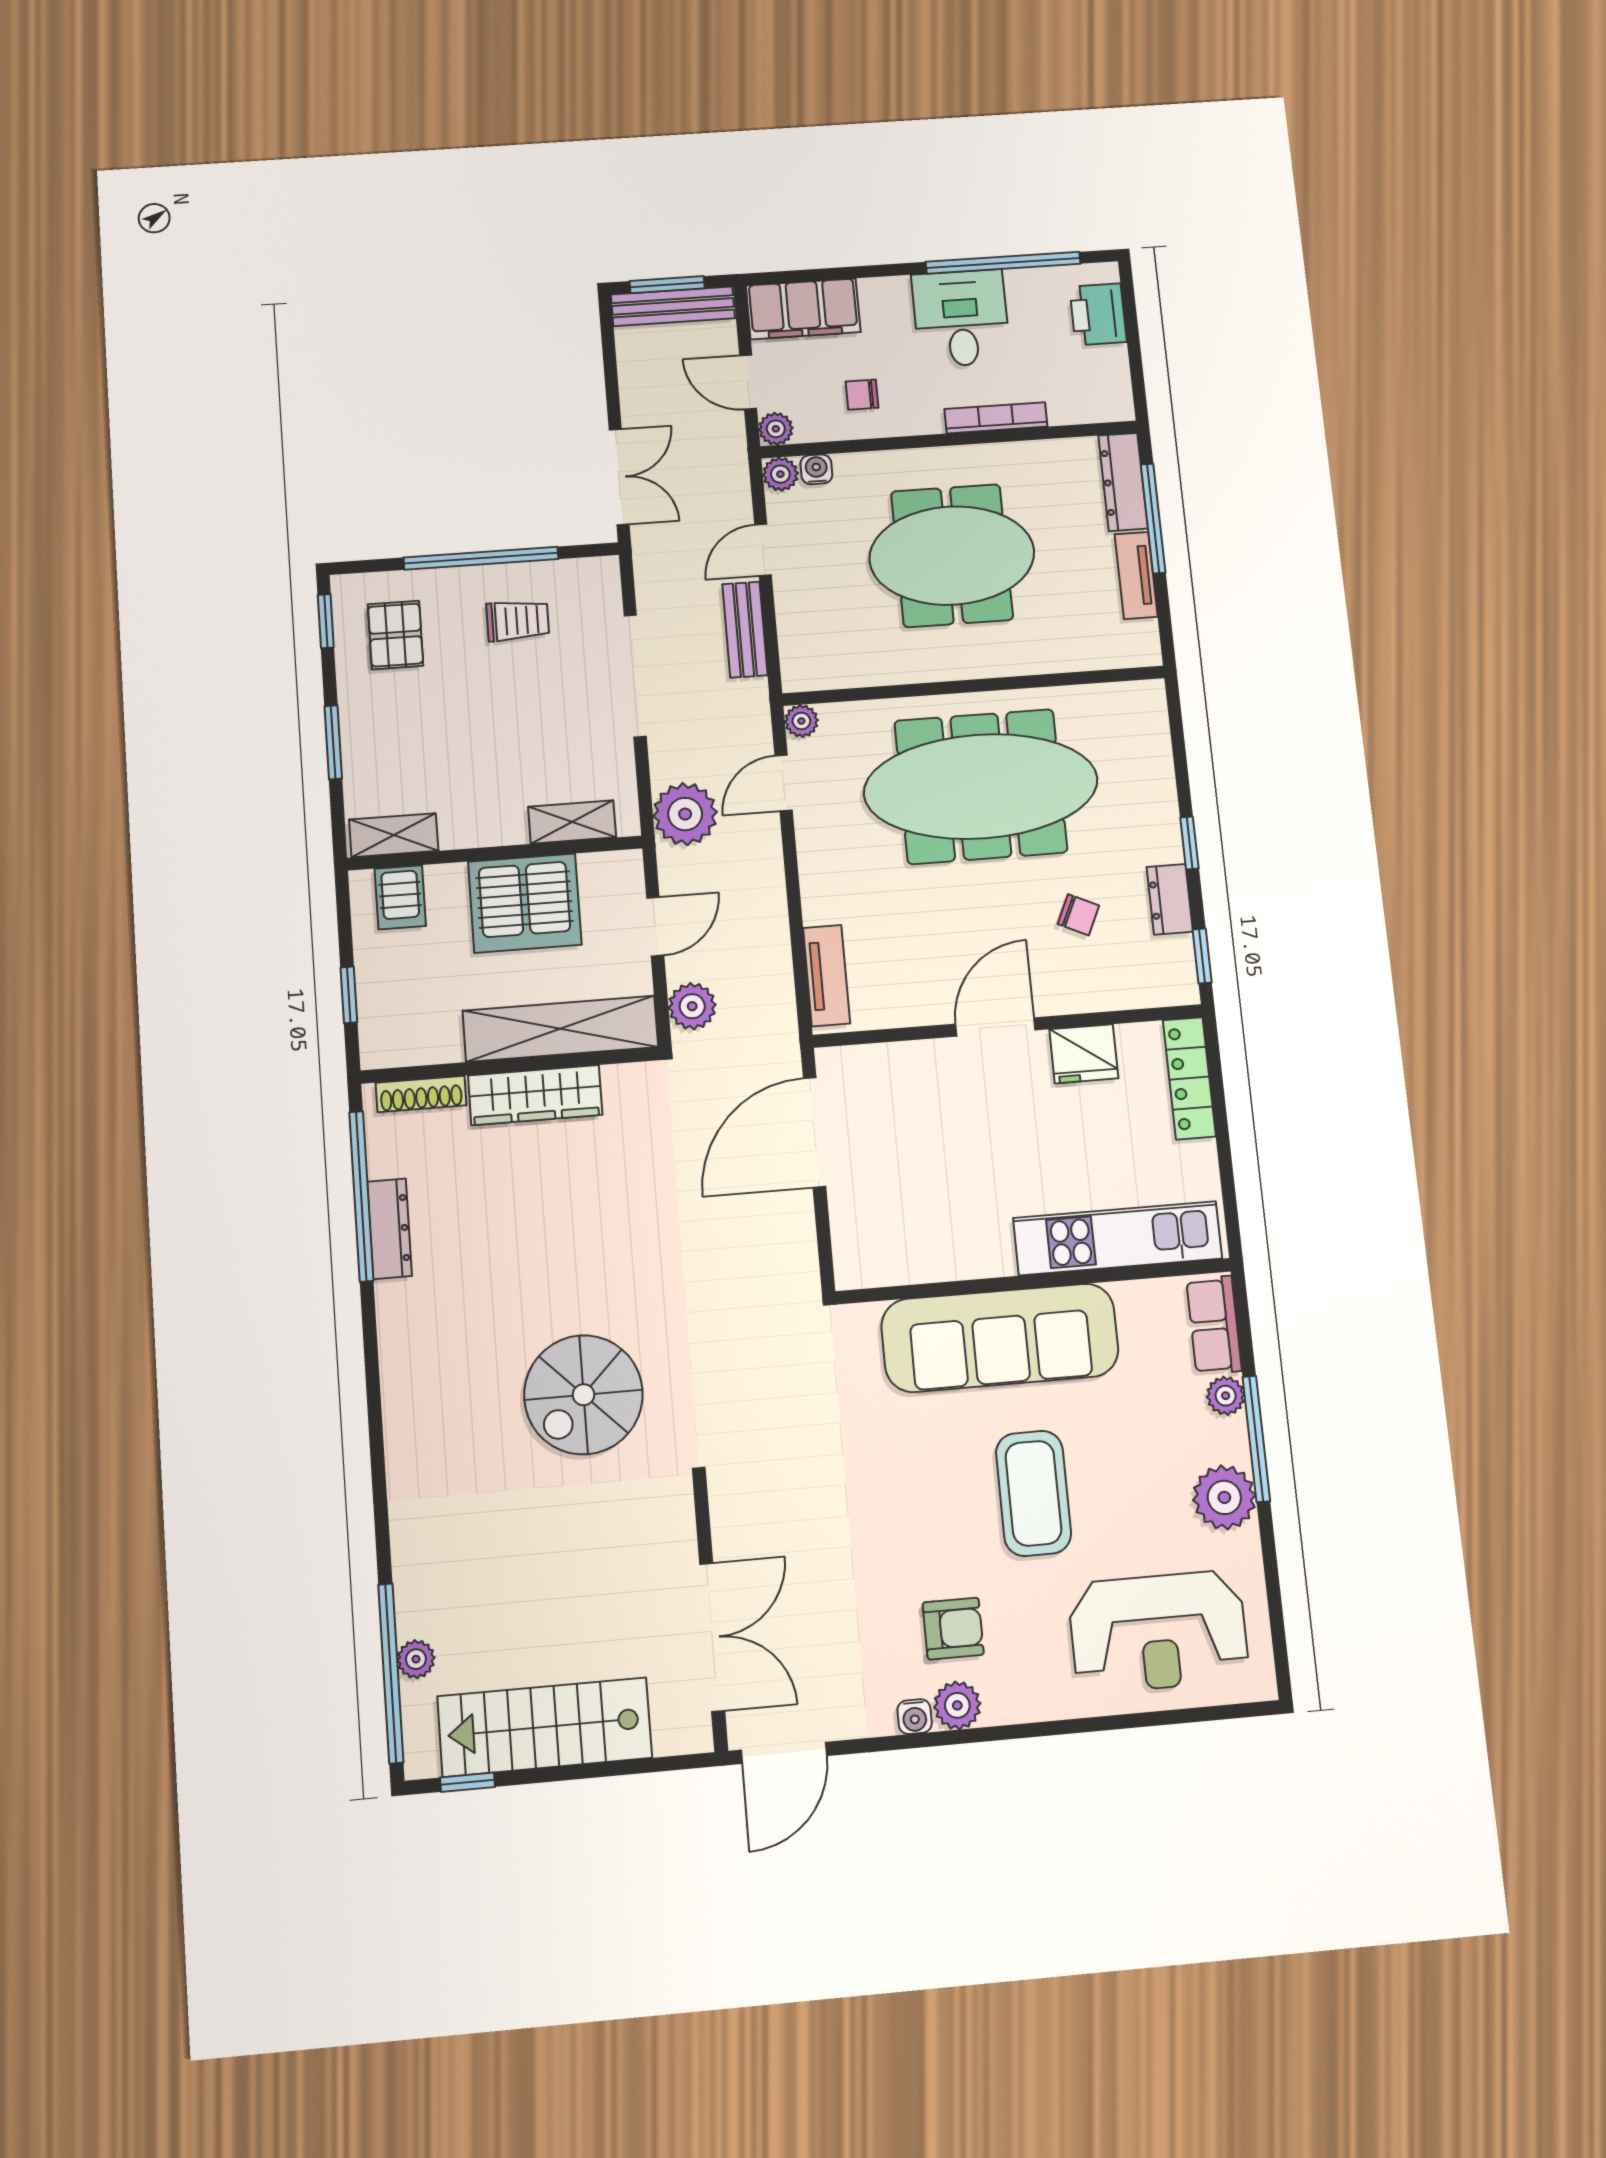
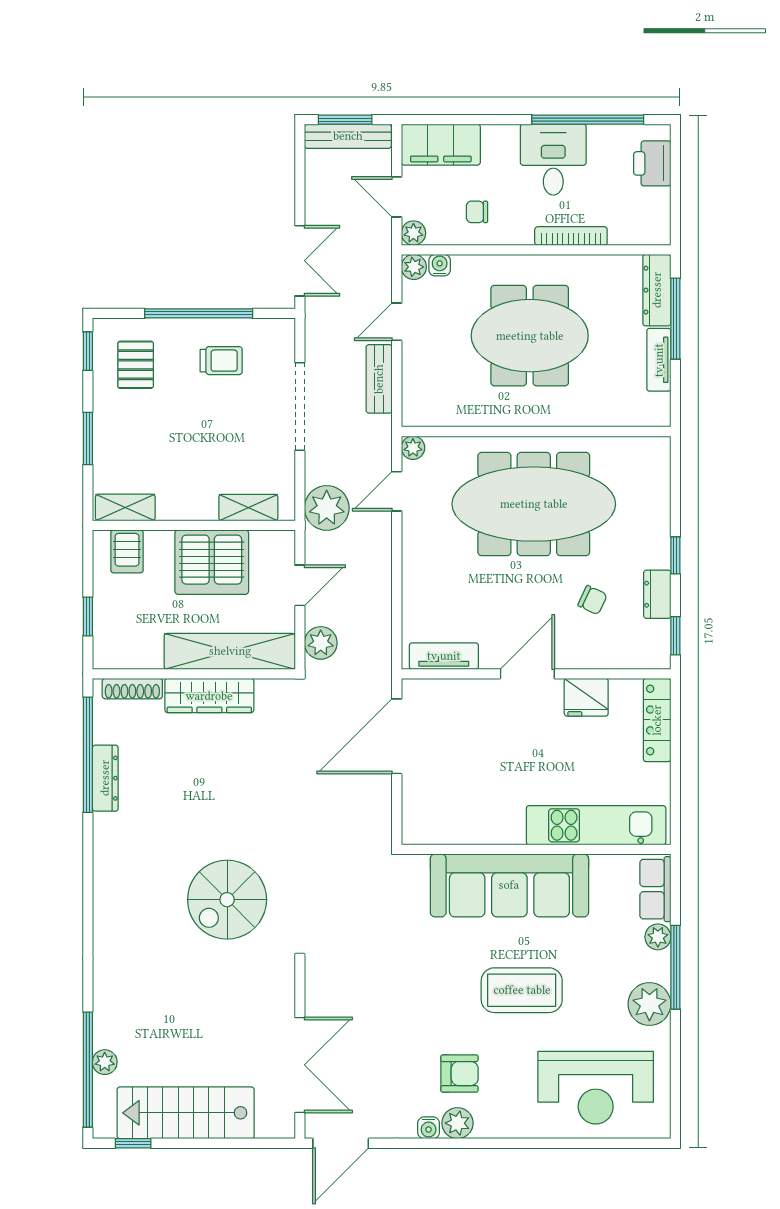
tv unit: (826, 976) -> (444, 656), moved, turned -90
coffee table: (1033, 1493) -> (522, 990), turned 90

